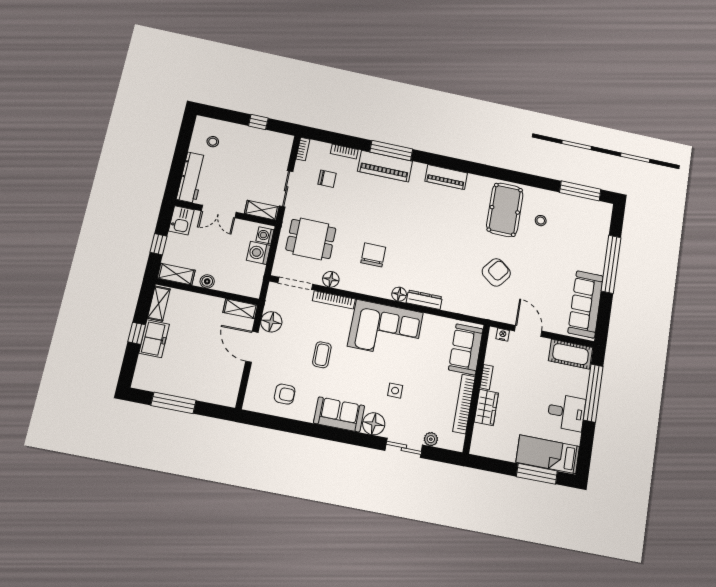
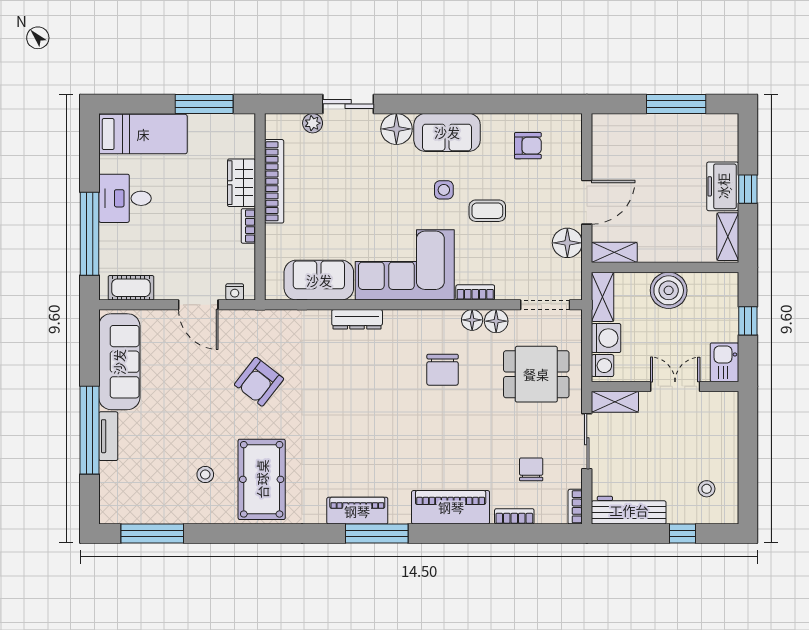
window: (258, 122) -> (682, 534), moved
window: (391, 150) -> (377, 534), moved
workbench: (191, 177) -> (629, 510), moved, turned 90
chair: (327, 179) -> (531, 469), turned 90
tv unit: (600, 258) -> (108, 436), added
shelving: (176, 274) -> (603, 297), moved, turned 90
boiler: (207, 281) -> (669, 290), width x1.86, depth x1.86
floor lamp: (399, 294) -> (472, 320), moved
bookcase: (334, 300) -> (475, 292), width x0.64
door: (252, 347) -> (587, 202), hinge flipped
sofa: (466, 349) -> (319, 280), moved, turned -90
cot: (571, 354) -> (131, 288), width x0.73, depth x0.75
coffee table: (322, 355) -> (487, 211), turned 90
side table: (395, 391) -> (444, 190), moved
armchair: (285, 394) -> (528, 146), turned 180
window: (537, 474) -> (204, 104), moved

